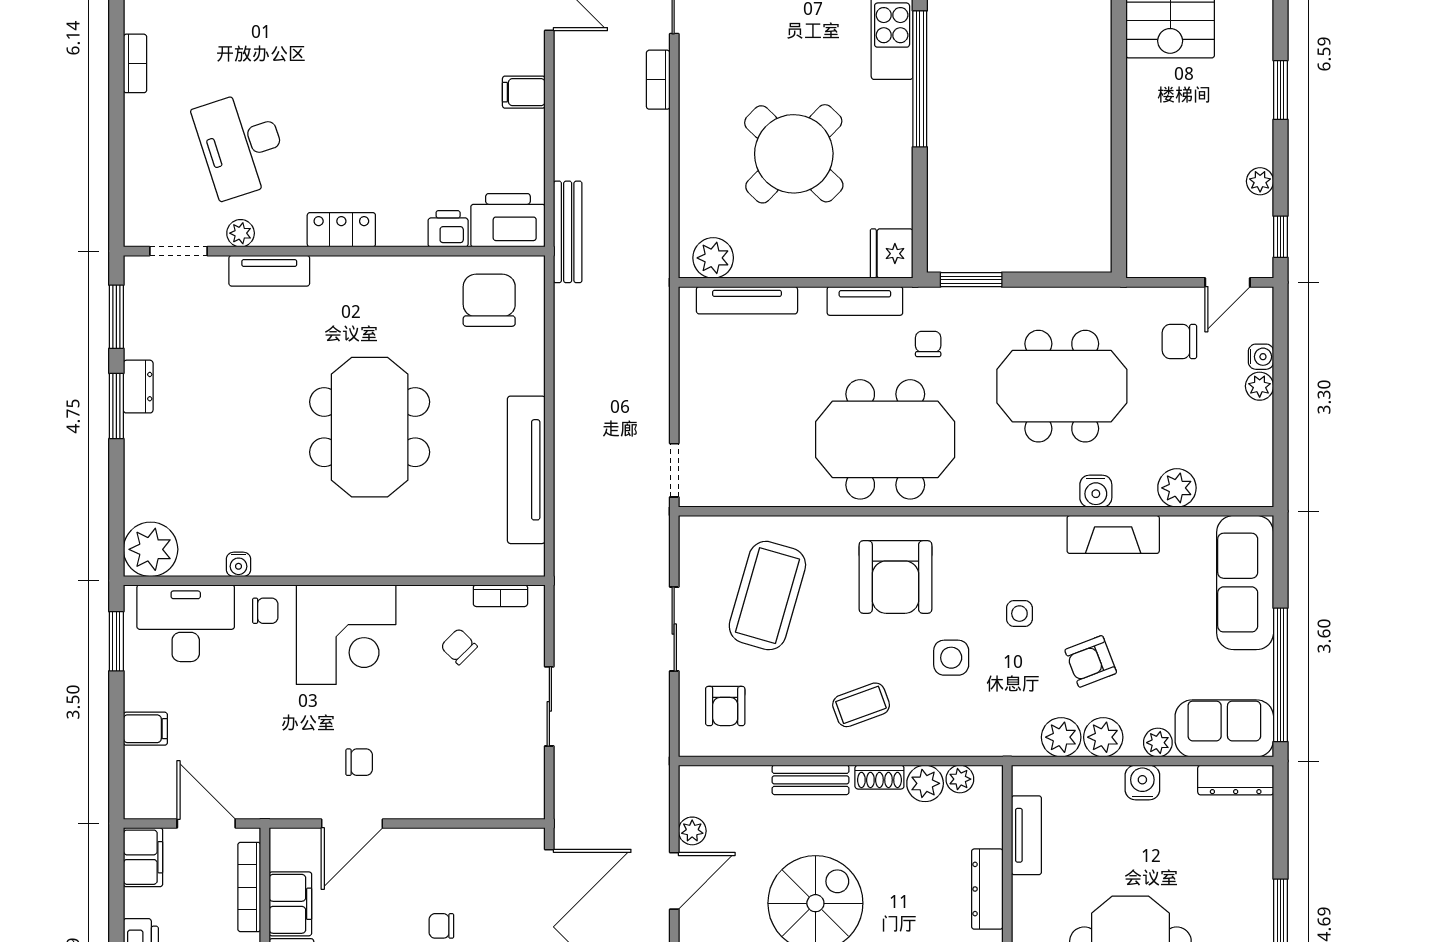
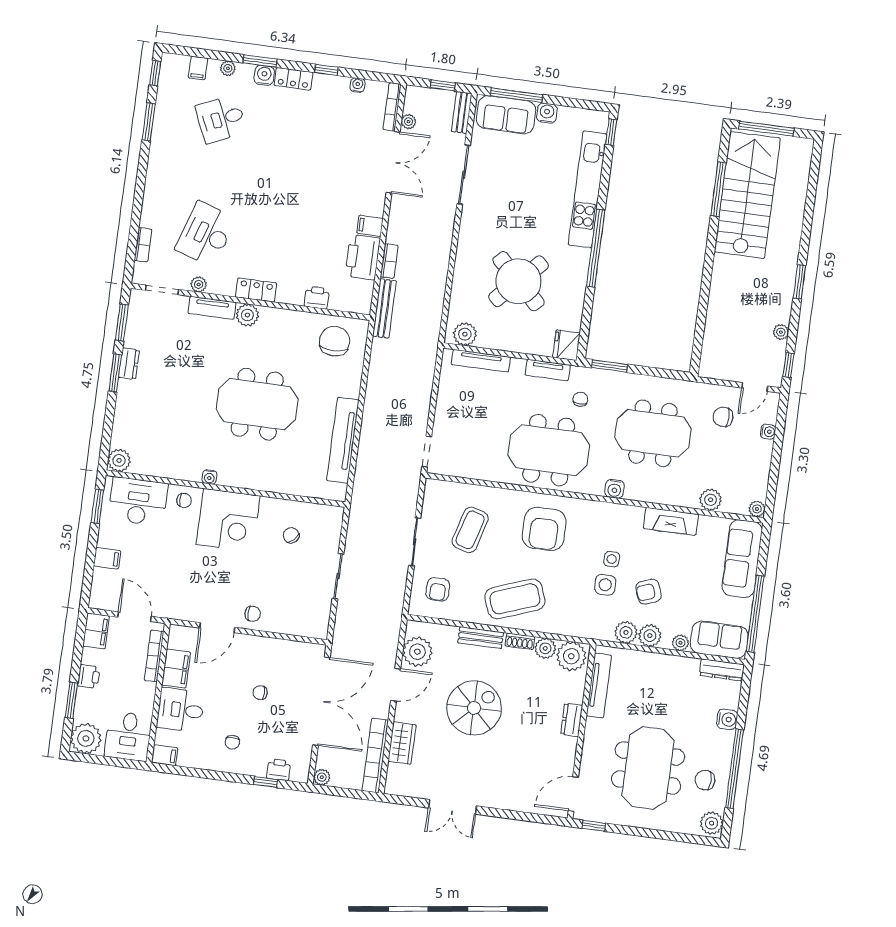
bookcase: (135, 63) -> (143, 245), moved
bookcase: (658, 80) -> (389, 261), moved, turned 180
desk: (241, 144) -> (206, 234), turned 36
printer: (508, 220) -> (363, 257), moved, turned -90
plant: (332, 275) -> (247, 315), added
plant: (1260, 386) -> (757, 509), moved
meeting table: (370, 427) -> (257, 404), turned 90
water cooler: (1096, 491) -> (615, 489), moved
plant: (151, 549) -> (119, 460), width x0.73, depth x0.73
water cooler: (239, 564) -> (209, 477), moved
bookcase: (500, 596) -> (319, 510), removed
coffee table: (767, 596) -> (470, 530), width x0.73, depth x0.76
side table: (951, 658) -> (605, 585), moved
coffee table: (861, 705) -> (515, 599), width x1.86, depth x1.72
chair: (359, 762) -> (253, 614), moved
plant: (960, 779) -> (571, 656), width x1.88, depth x1.88
water cooler: (1142, 783) -> (727, 719), moved, turned 90
plant: (692, 831) -> (417, 652), width x1.88, depth x1.88
tv unit: (1026, 835) -> (599, 685), width x1.41
dresser: (987, 889) -> (572, 720), width x0.70

